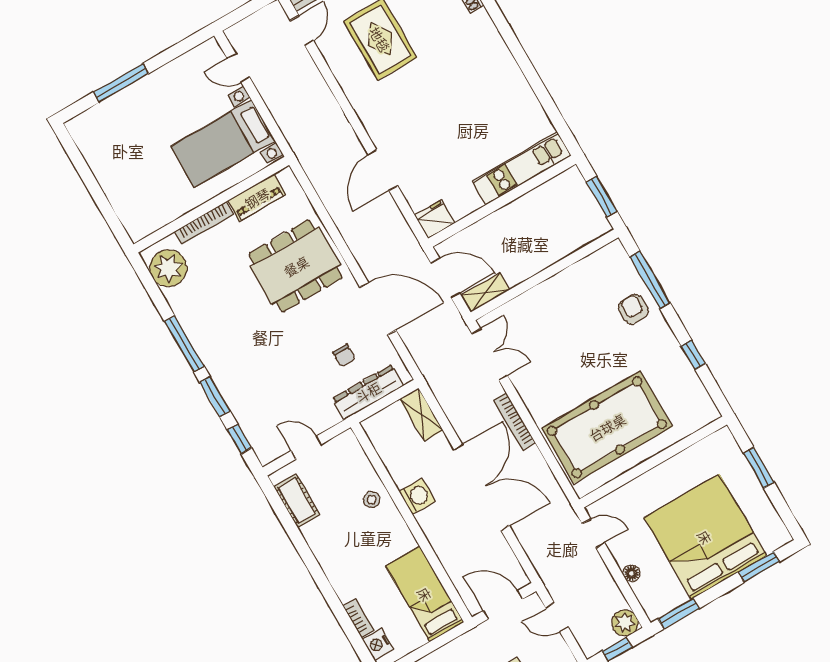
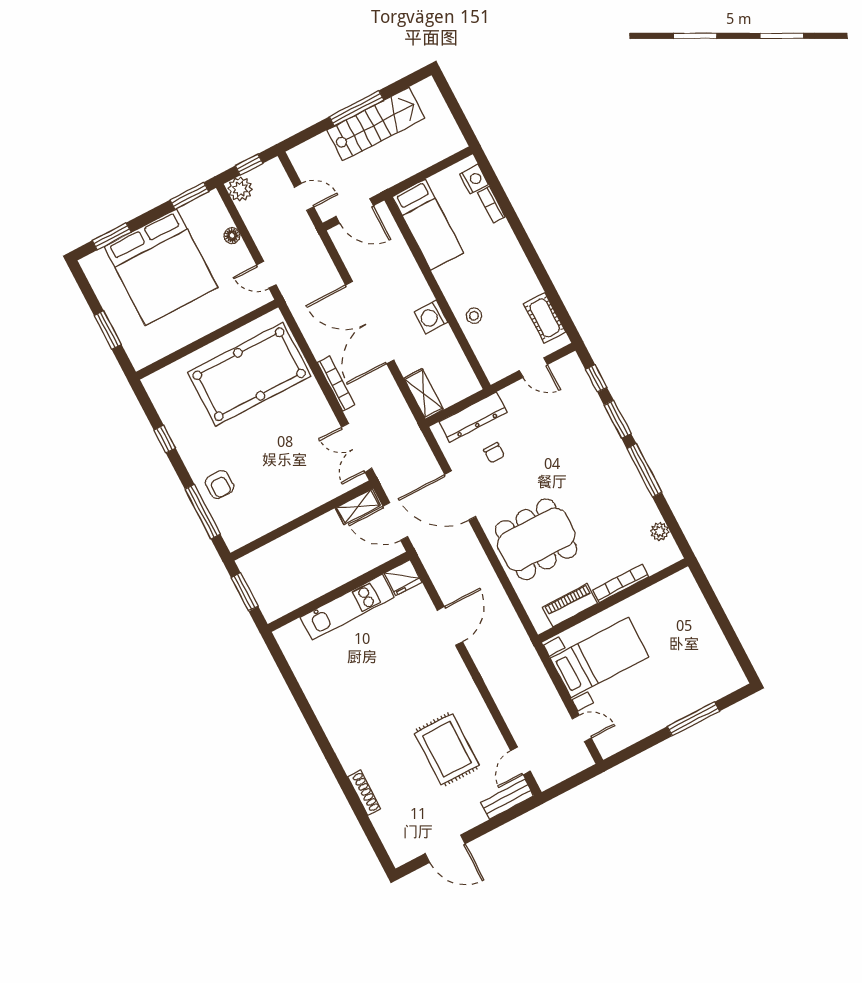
kitchen unit: (521, 168) -> (347, 607), moved
plant: (168, 268) -> (660, 531), width x0.53, depth x0.53
chair: (344, 355) -> (494, 453), turned 180

